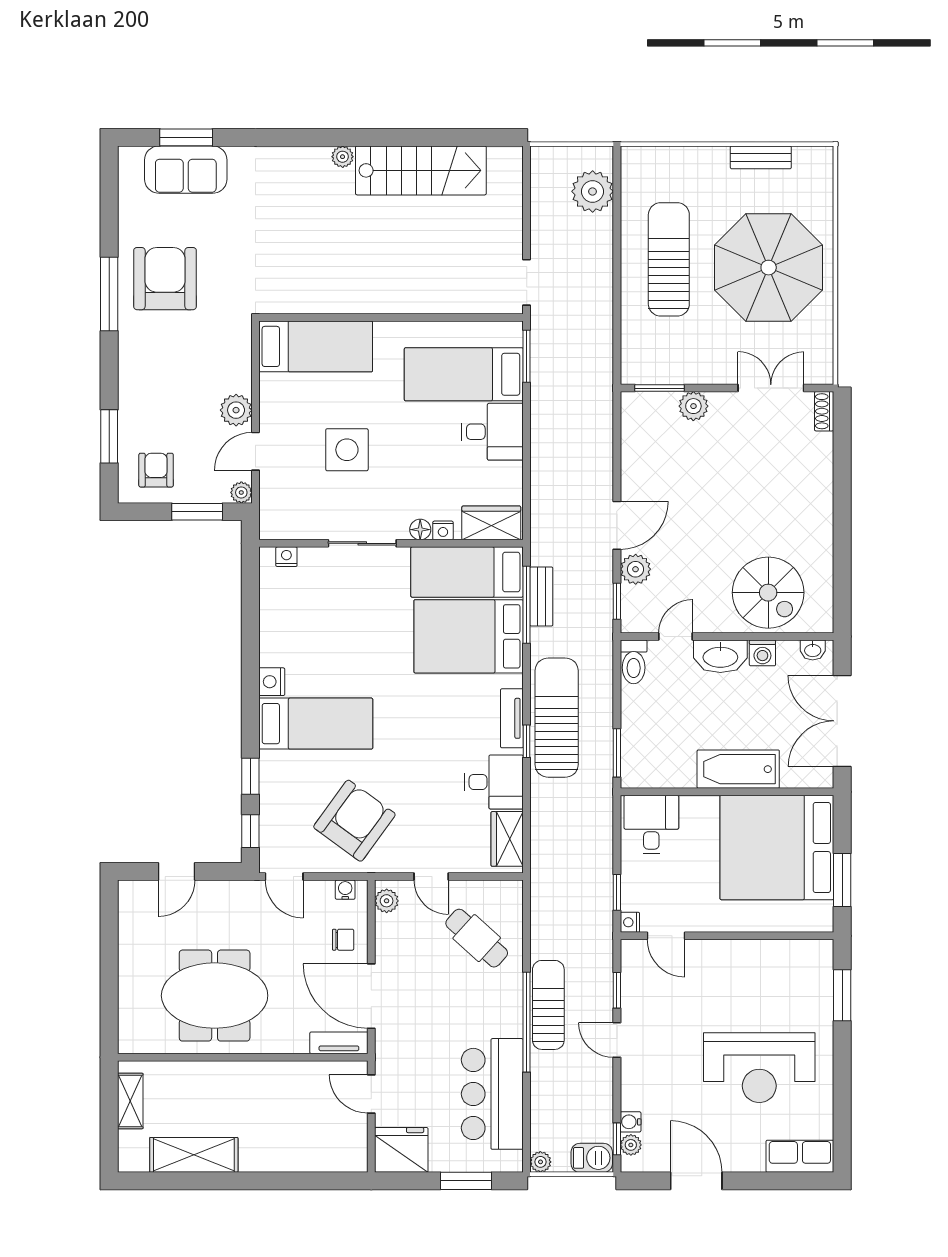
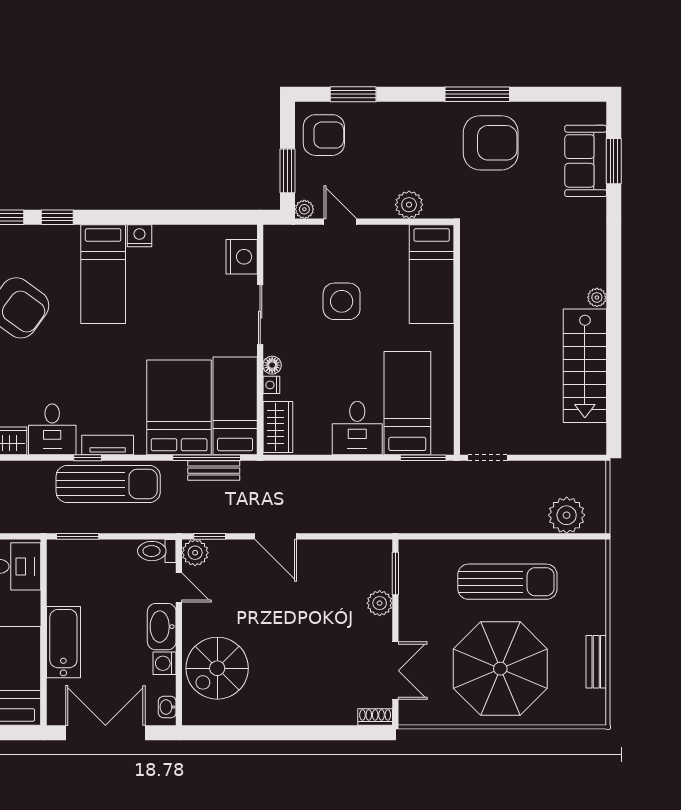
plant: (236, 410) -> (409, 205), moved
armchair: (156, 470) -> (324, 135), width x1.38, depth x1.38
nightstand: (286, 557) -> (242, 257), width x1.89, depth x1.79
plant: (636, 569) -> (195, 553), moved

